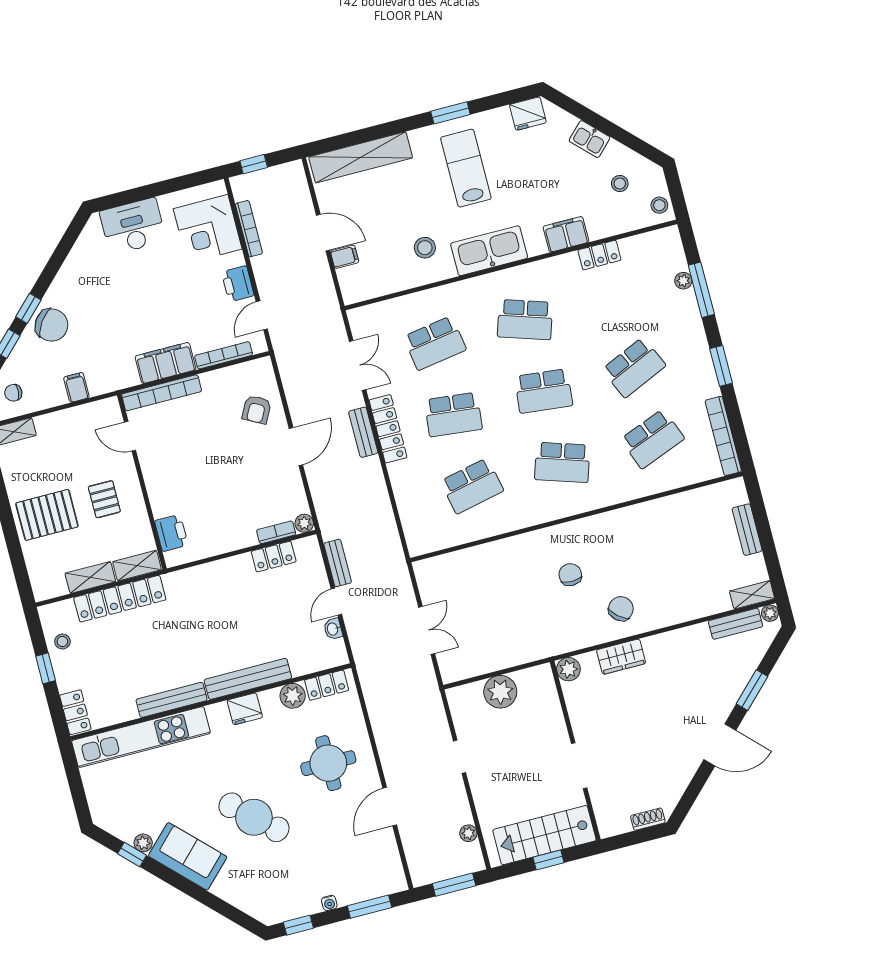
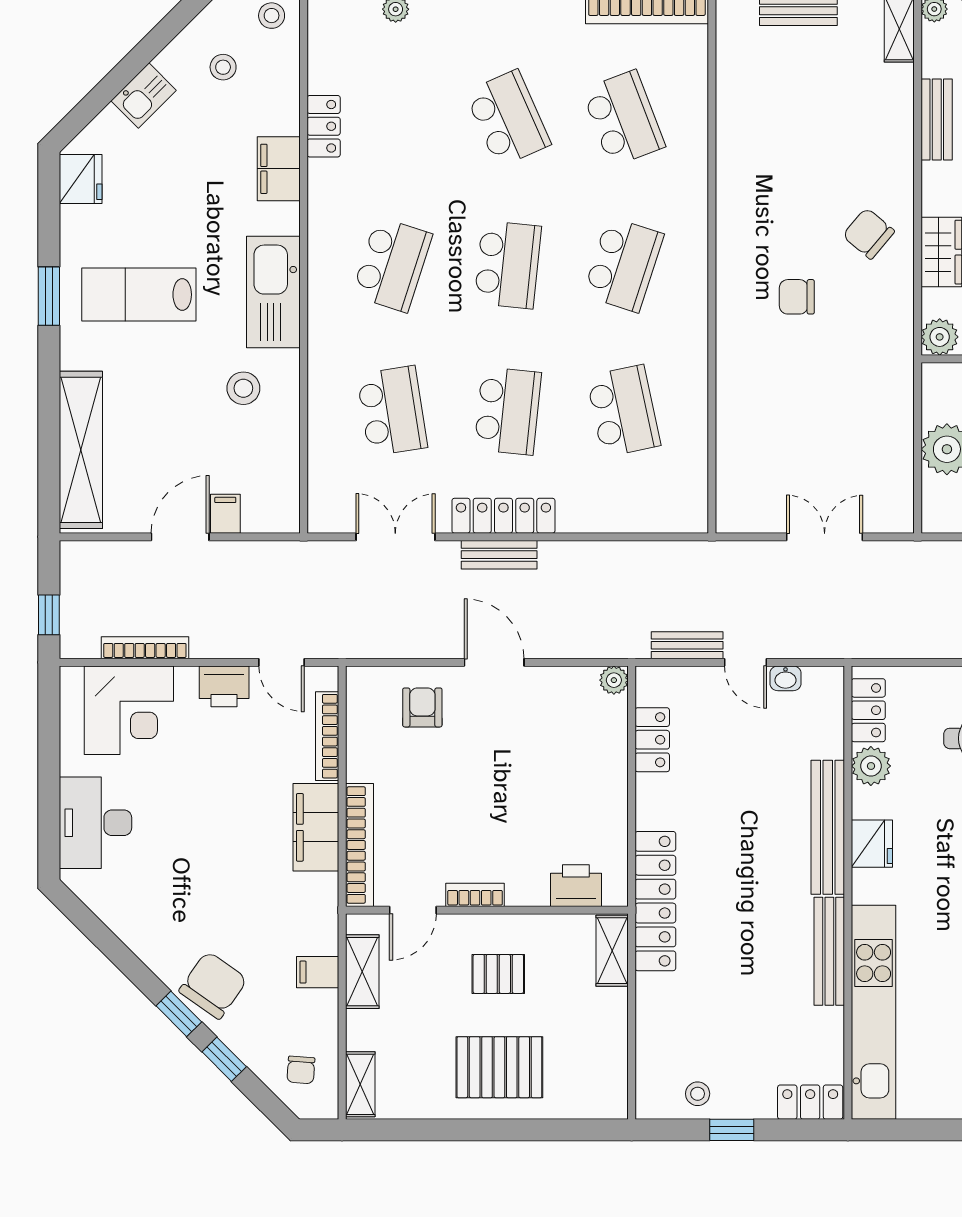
armchair: (257, 409) -> (422, 707), turned -118
pallet: (47, 515) -> (499, 1067), turned 90
bookcase: (276, 532) -> (475, 895), moved, turned 90
shelving: (90, 577) -> (362, 972), moved
locker: (120, 599) -> (655, 901), moved
bench: (736, 624) -> (937, 120), moved

